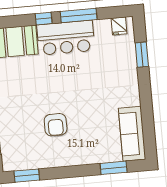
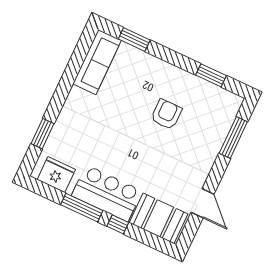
fridge: (119, 26) -> (56, 175), width x1.88, depth x1.34
window: (27, 176) -> (211, 75), moved

